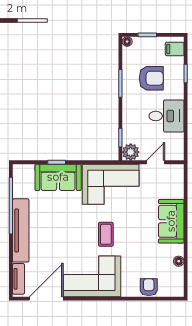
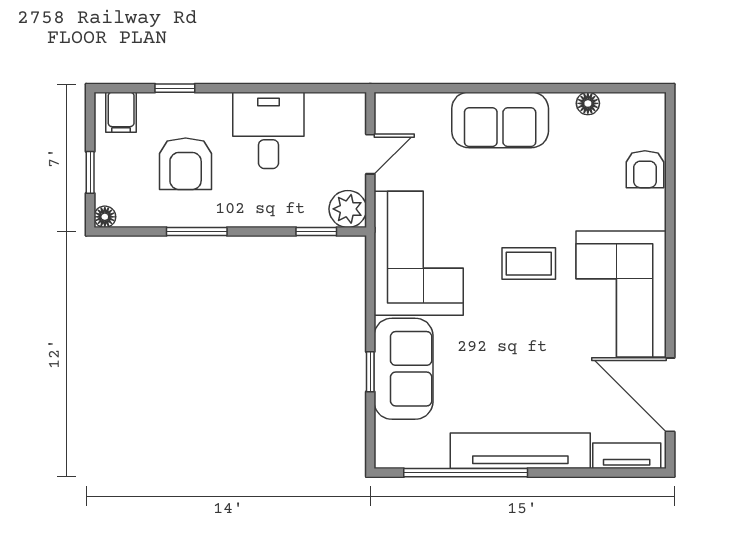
armchair: (151, 78) -> (186, 164), turned 180
door: (156, 162) -> (370, 154), swing flipped
armchair: (149, 287) -> (645, 169), turned -90

